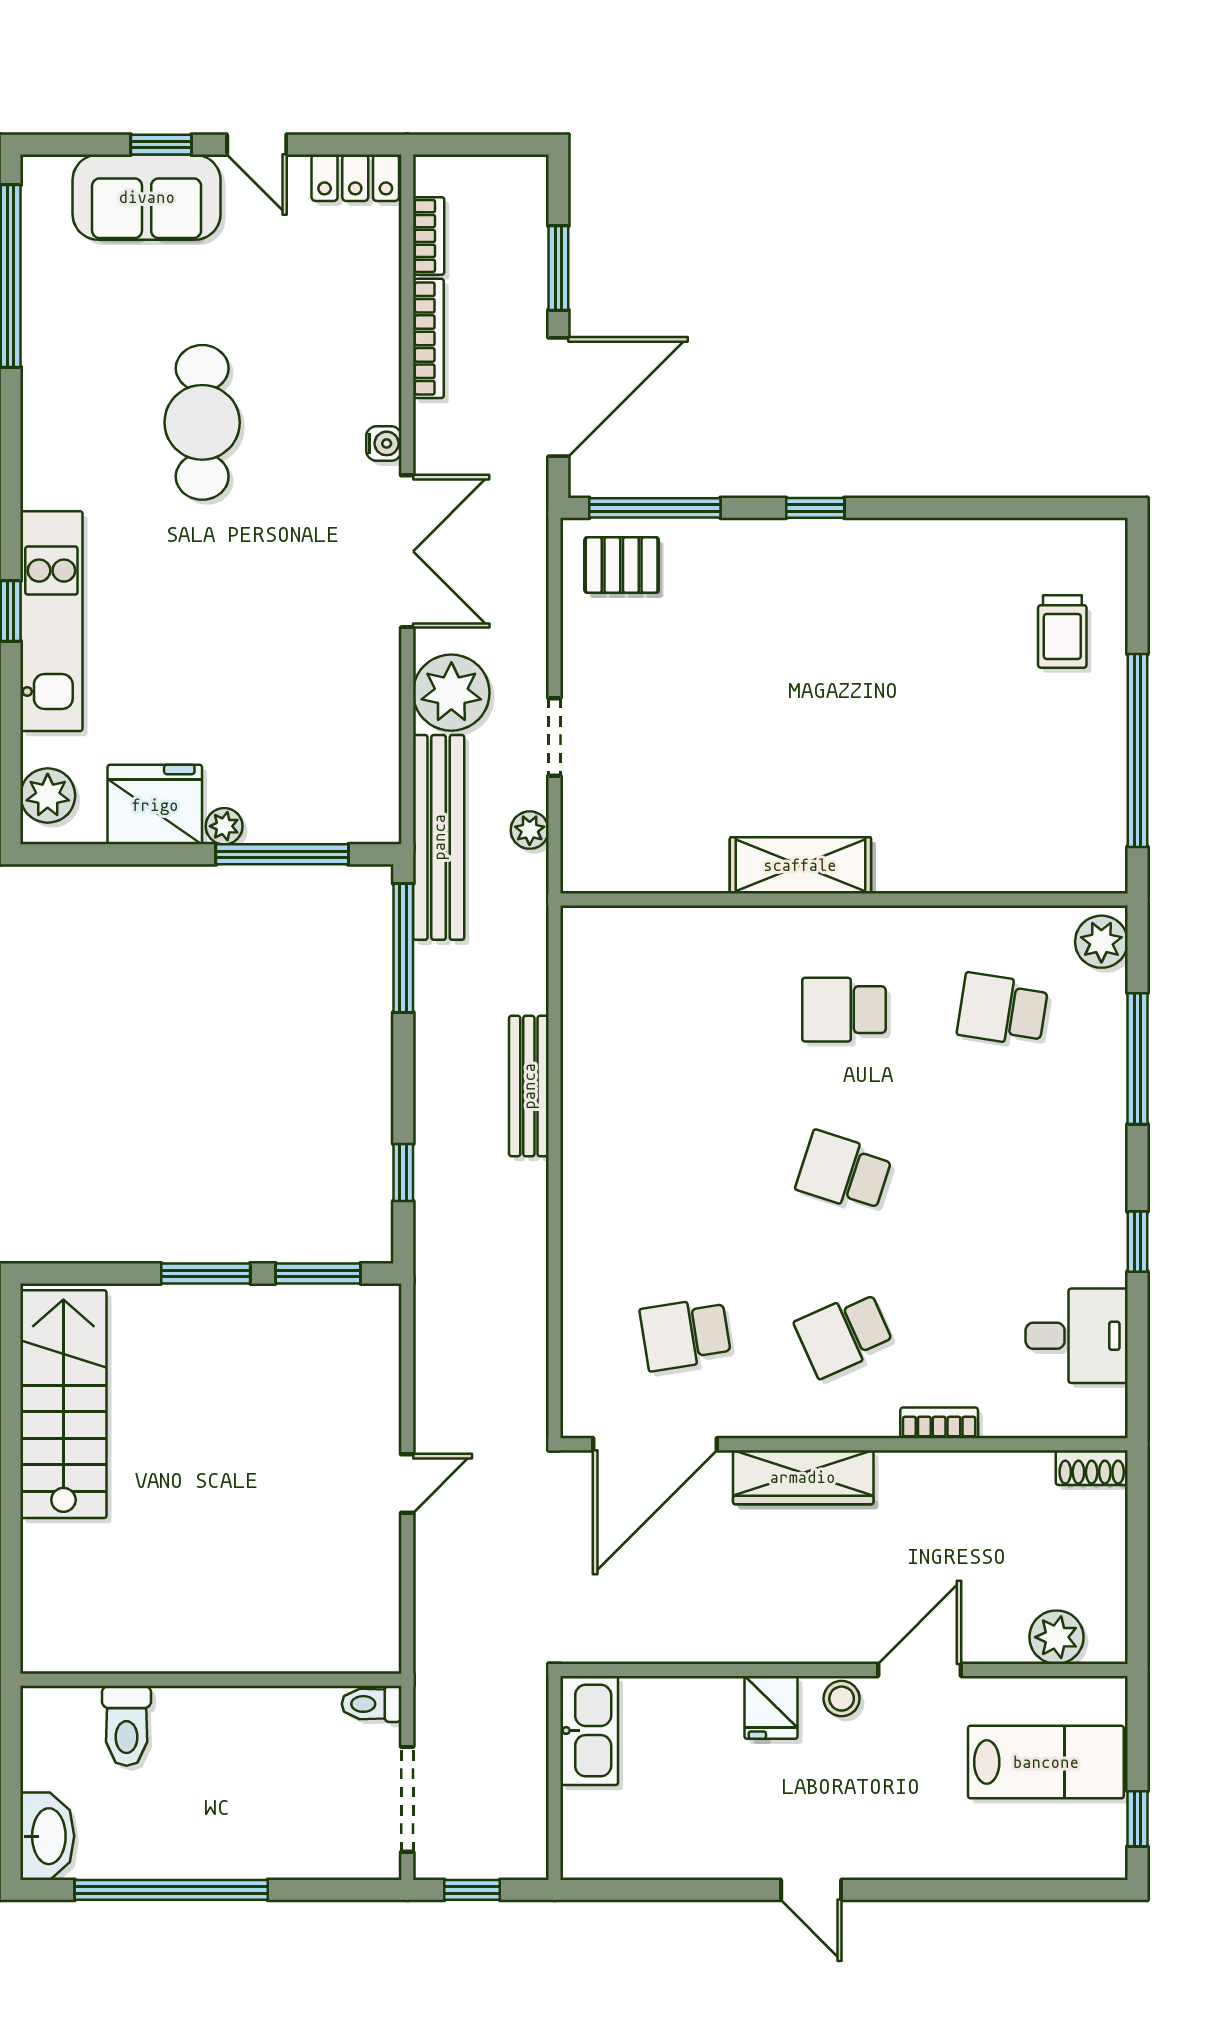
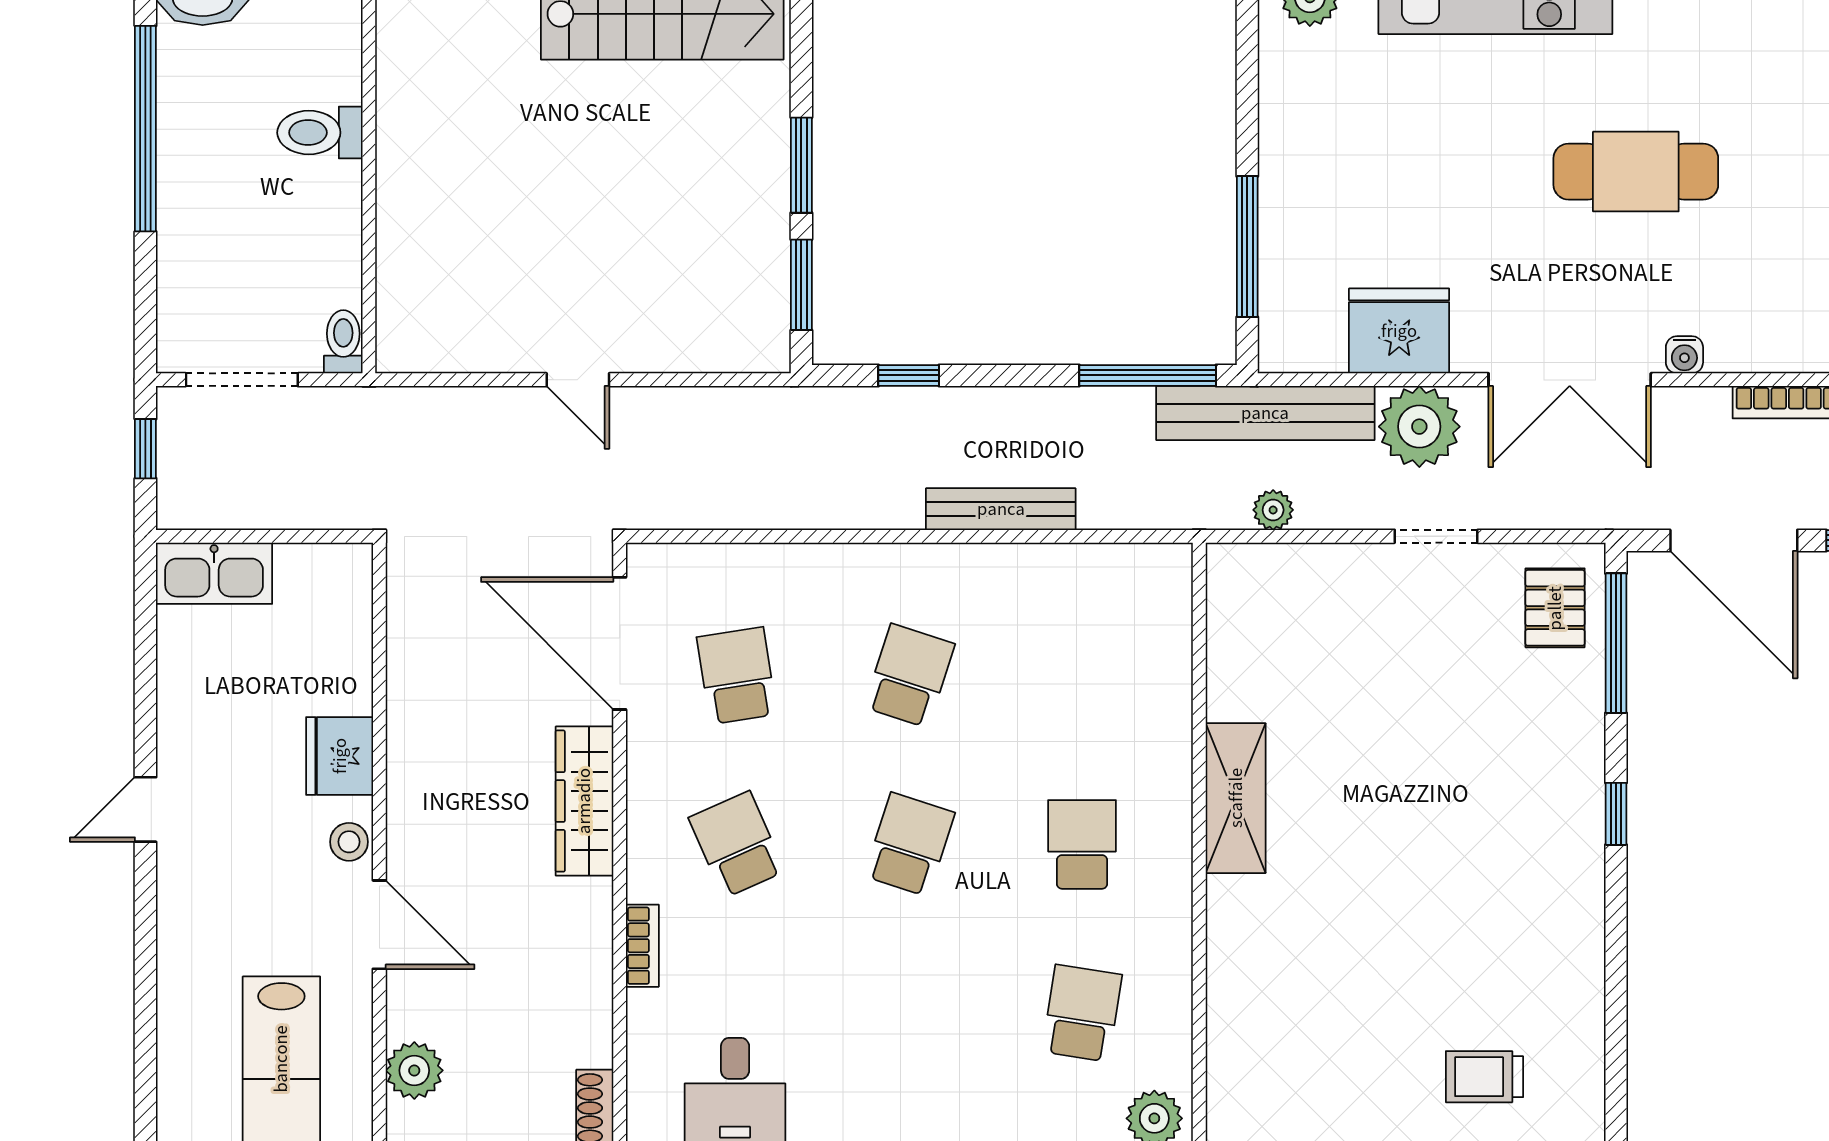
cafe table: (202, 422) -> (1636, 172), moved
doorway: (554, 737) -> (1436, 536), moved
fridge: (155, 805) -> (1399, 331), moved, turned -90
plant: (224, 826) -> (1277, 185), removed
school desk: (685, 1172) -> (909, 676), added
fridge: (771, 1707) -> (340, 756), width x1.38
toilet: (127, 1726) -> (320, 133), moved
kitchen sink: (589, 1731) -> (214, 573), moved

